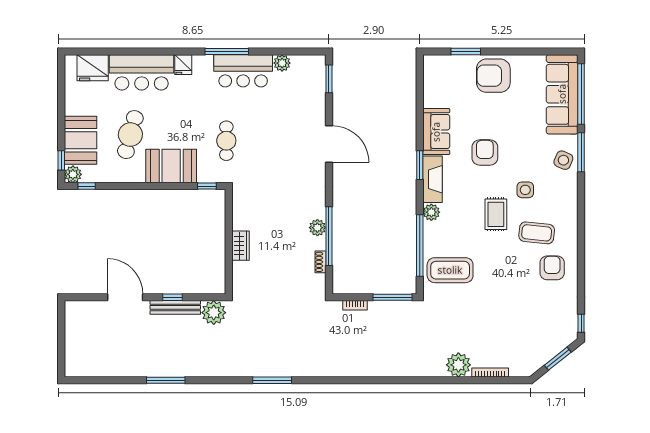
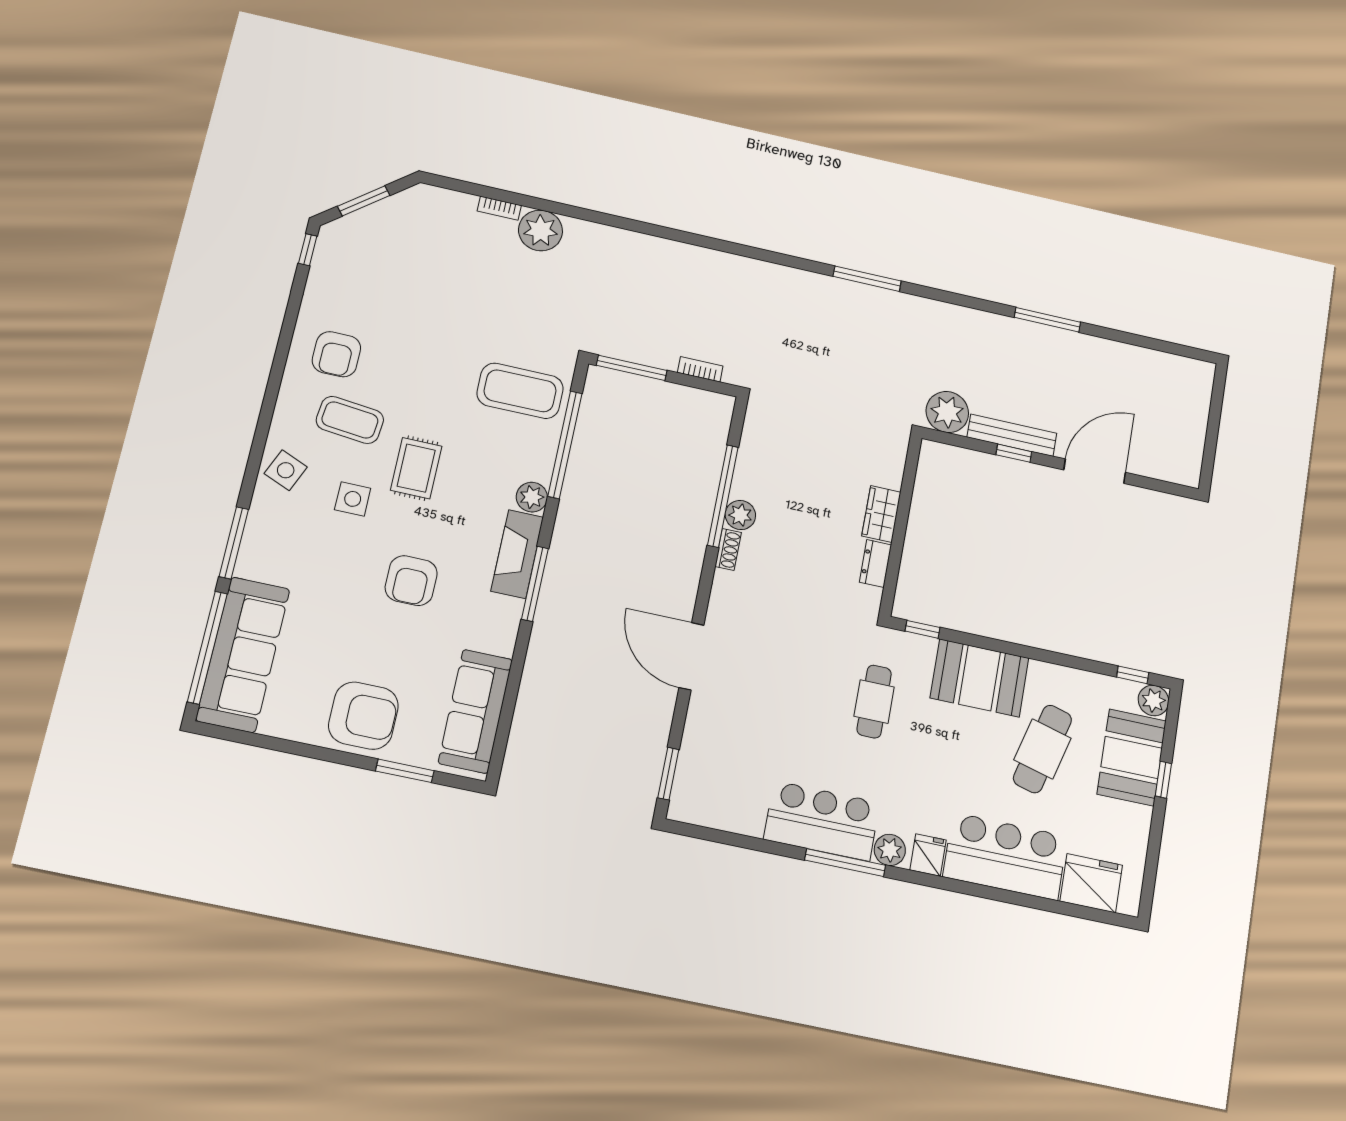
plant: (282, 63) -> (890, 850), moved
sofa: (436, 132) -> (475, 711), moved, width x1.36
window: (61, 160) -> (1163, 780), moved
side table: (563, 160) -> (286, 470), moved
window: (420, 165) -> (535, 584), width x1.44
dresser: (239, 217) -> (875, 563), added
shoe rack: (320, 262) -> (728, 549), moved
door: (125, 297) -> (1095, 471), swing flipped
bookcase: (490, 372) -> (499, 208), width x0.64

